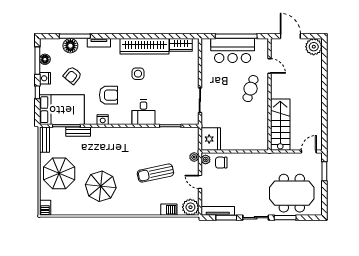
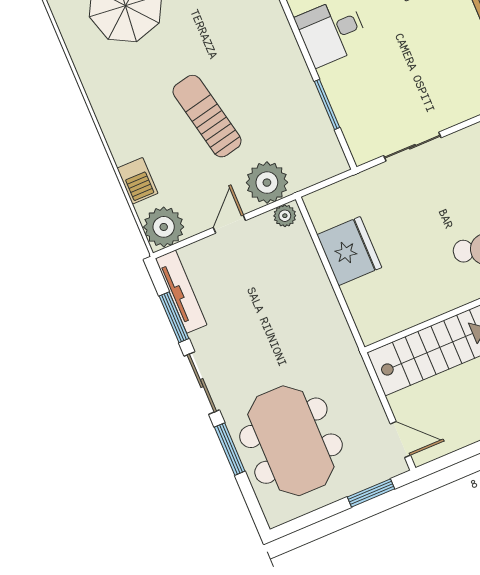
fridge: (211, 139) -> (349, 251), moved, turned -90
plant: (194, 157) -> (267, 183), width x1.88, depth x1.88
chair: (221, 163) -> (293, 254), removed

